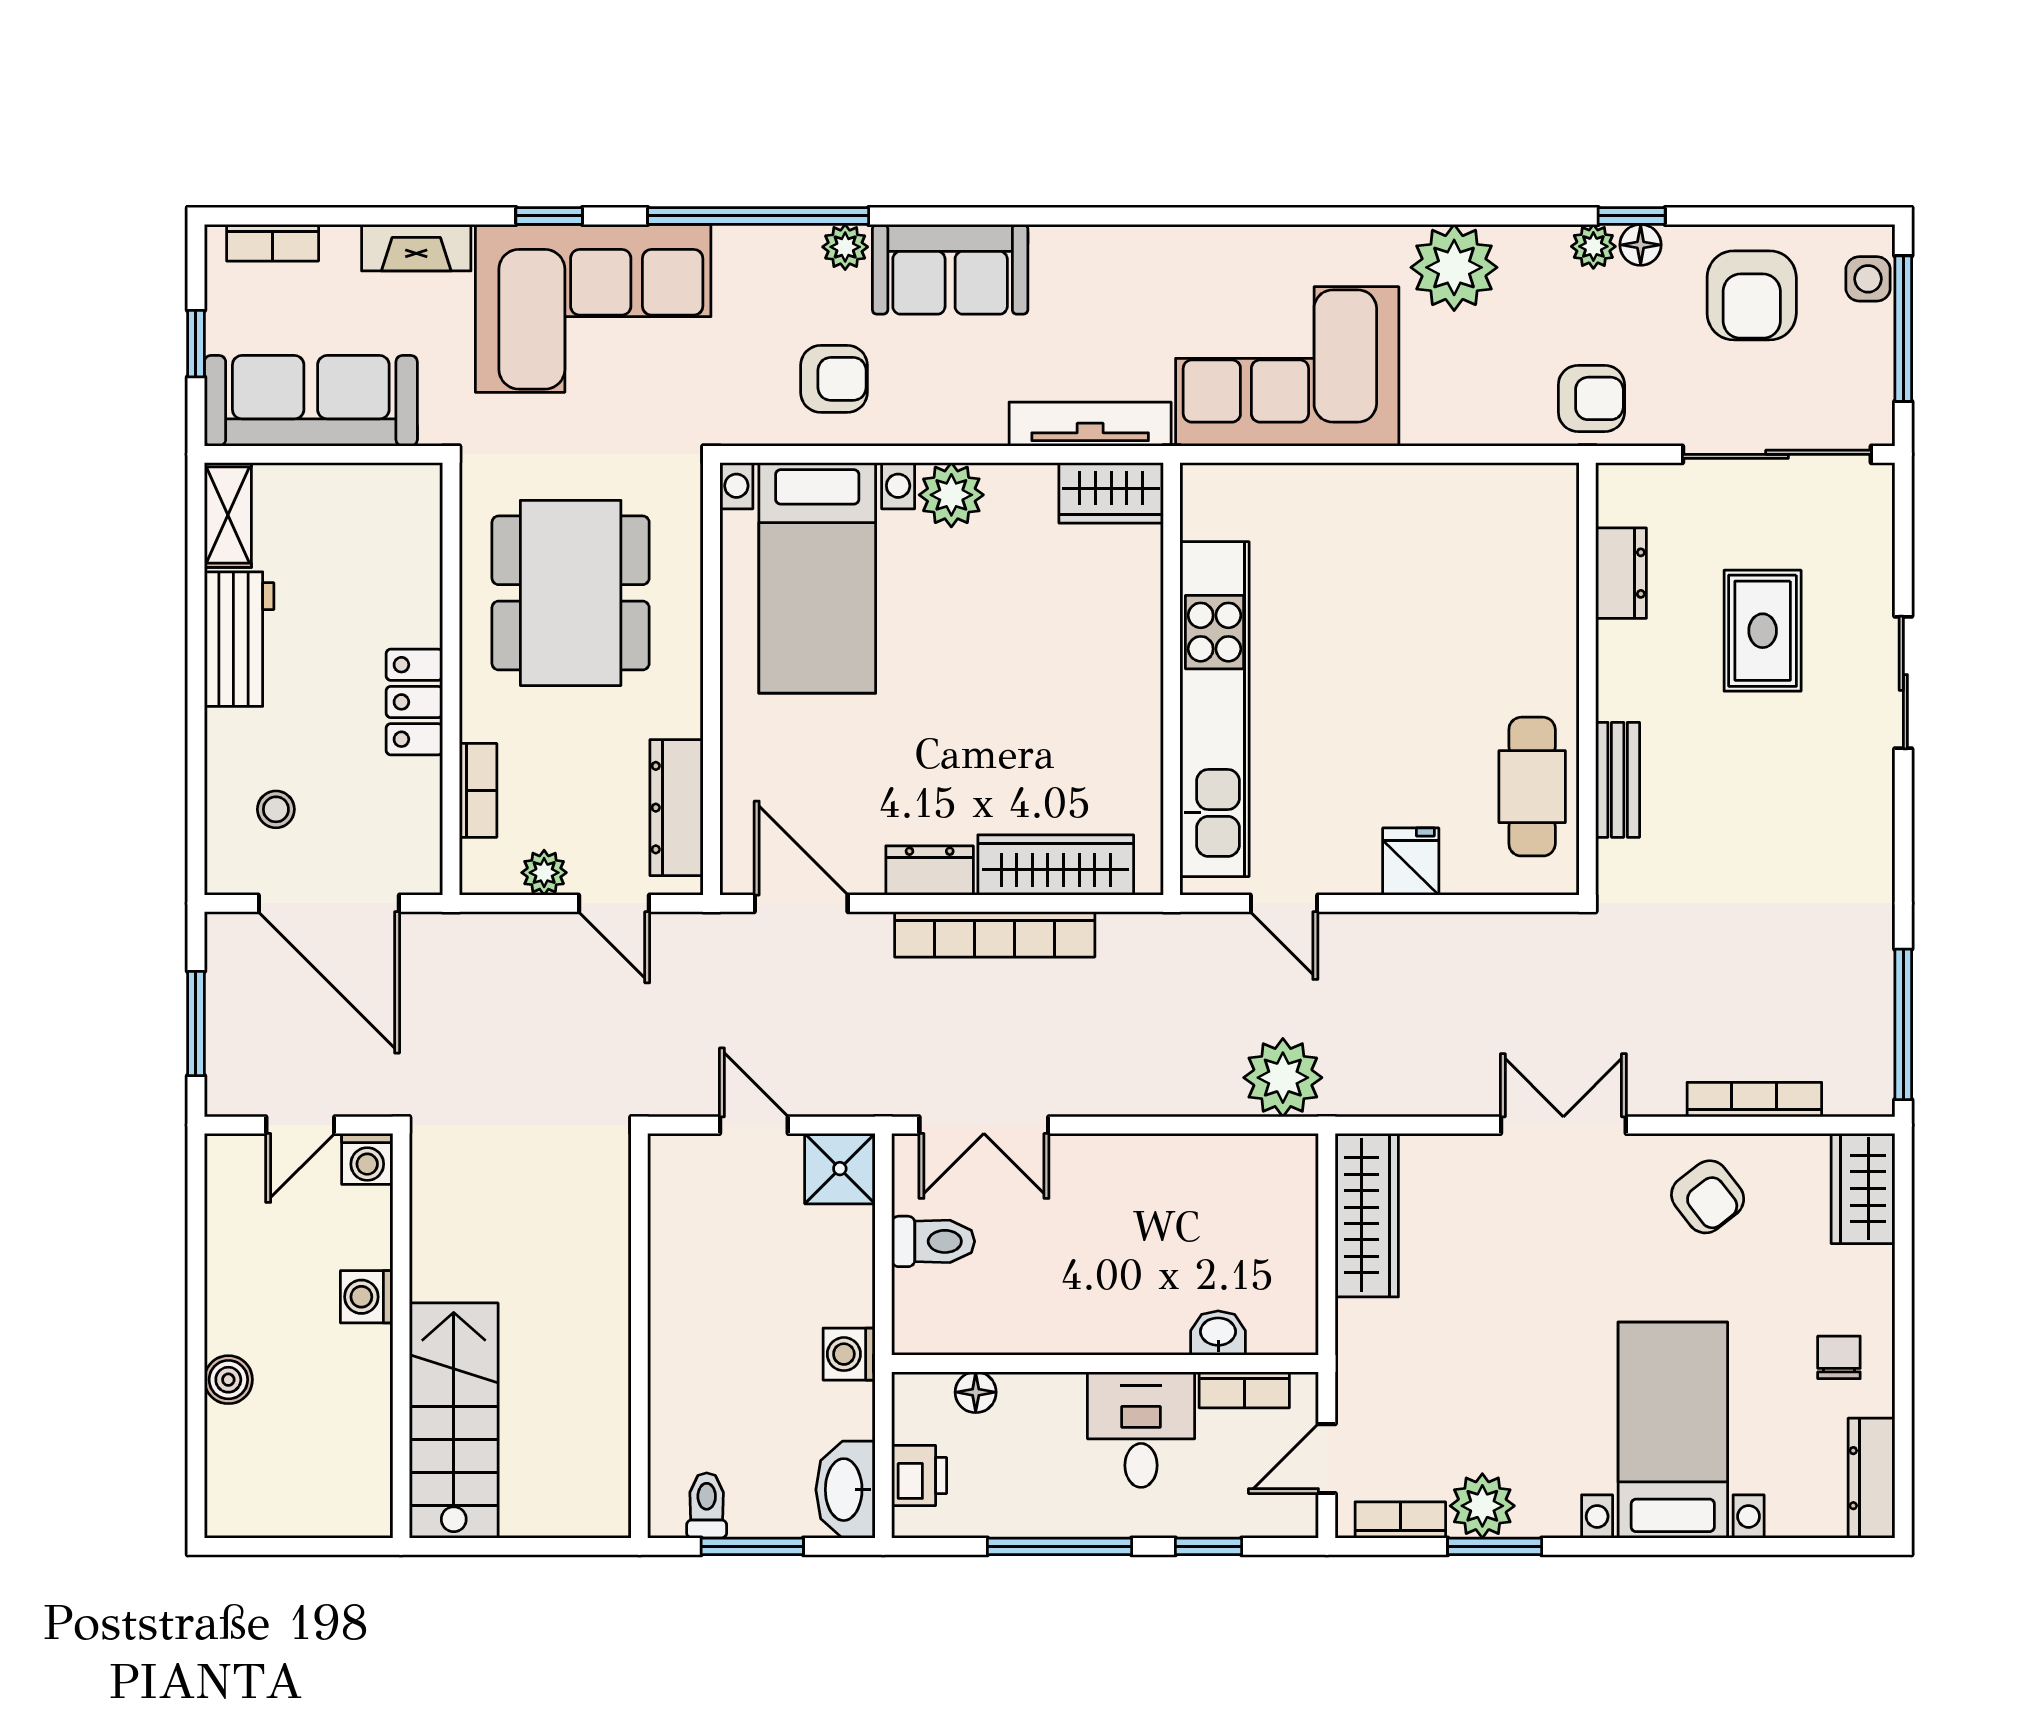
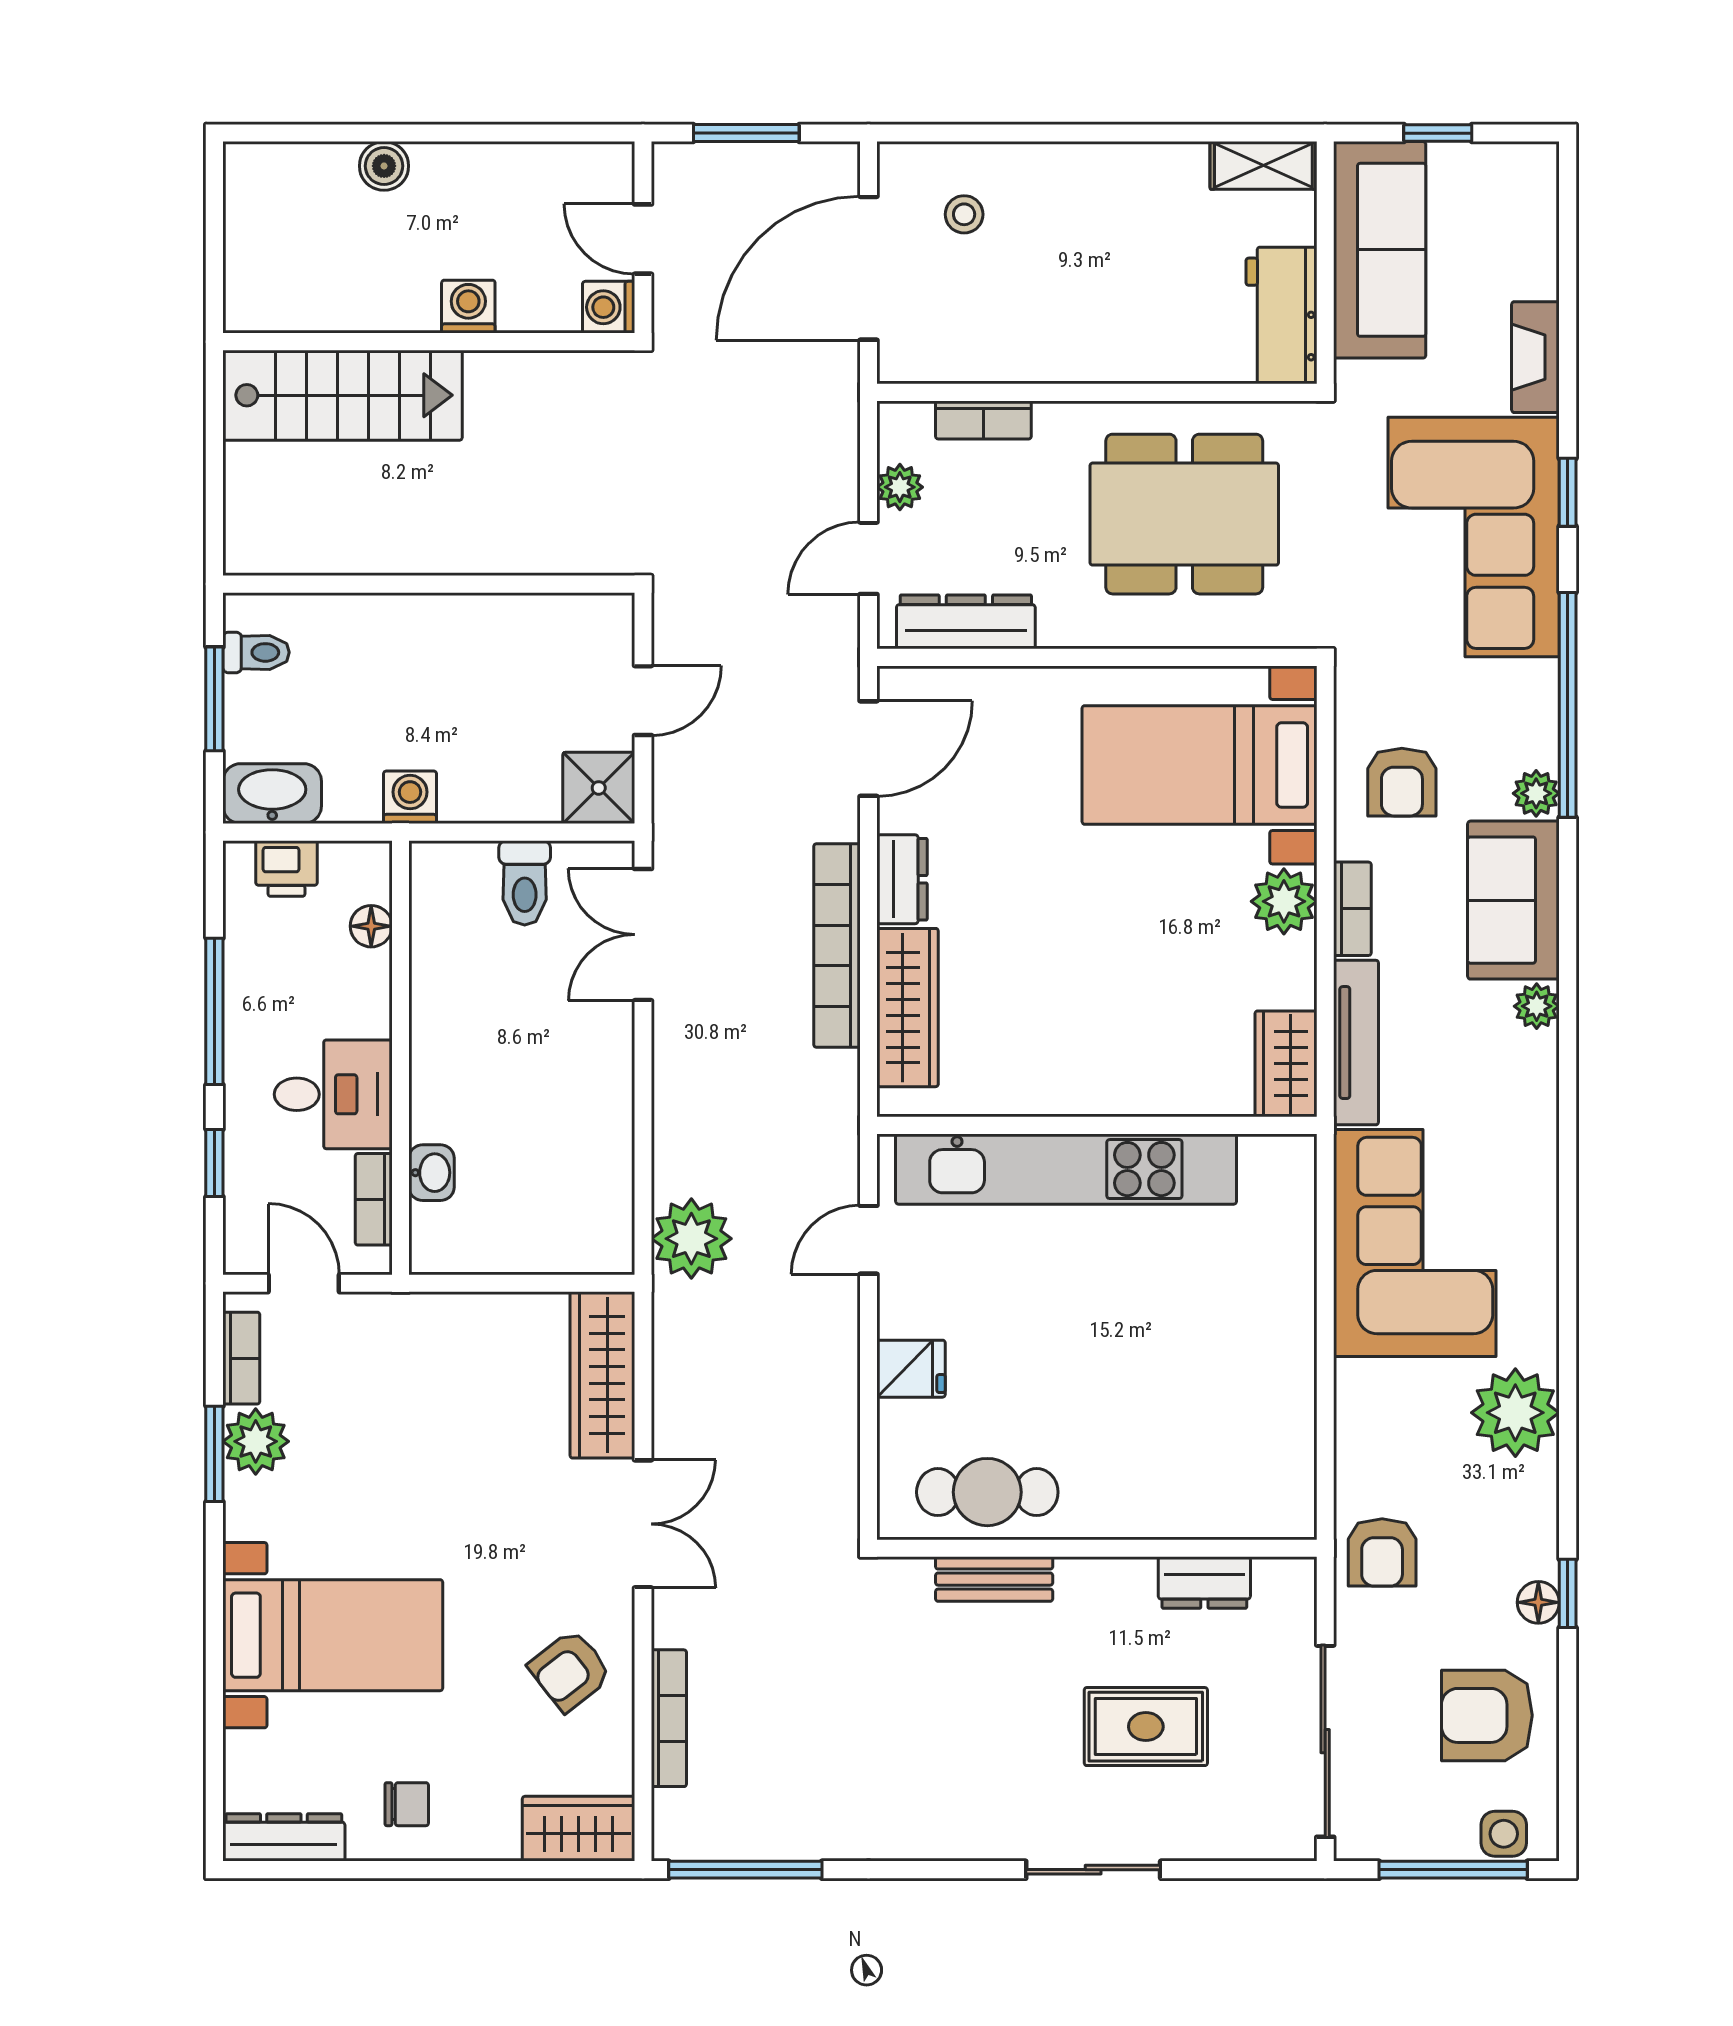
bookcase: (273, 243) -> (1352, 909), moved, turned 180
plant: (1593, 246) -> (1537, 1006), moved
workbench: (239, 639) -> (1281, 315), moved, turned 90
locker: (414, 702) -> (1073, 355), removed
wardrobe: (1367, 1215) -> (602, 1375), moved, turned 90

